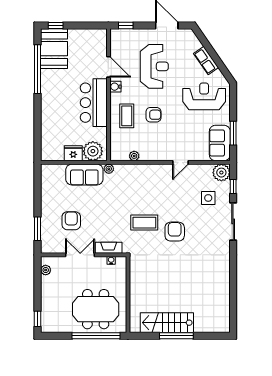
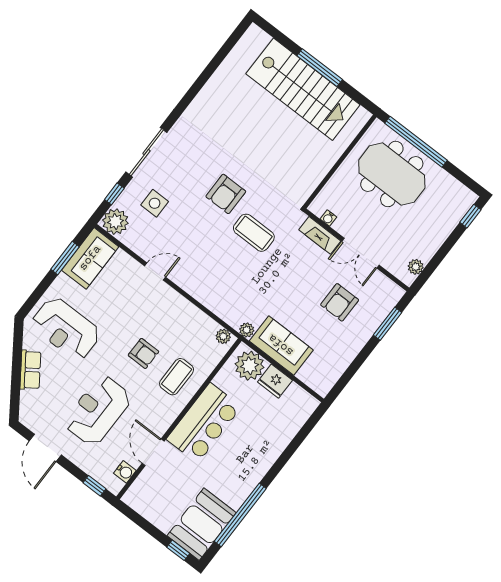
water cooler: (115, 87) -> (125, 472), moved
armchair: (153, 115) -> (143, 353), turned 180
plant: (134, 156) -> (223, 336), moved
stairs: (167, 323) -> (303, 89), width x1.36, depth x1.51

